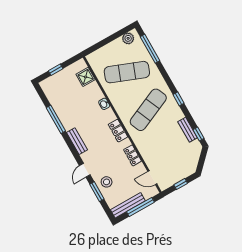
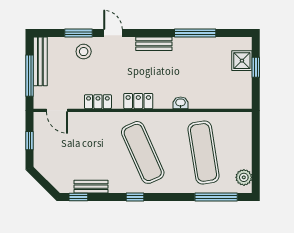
exercise mat: (127, 72) -> (204, 152), turned -30
shower: (86, 77) -> (242, 61), moved
door: (152, 178) -> (57, 110), swing flipped

